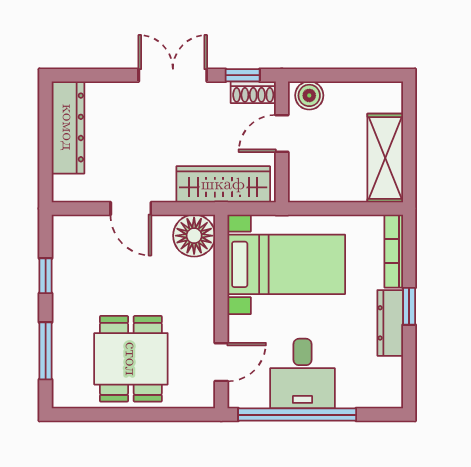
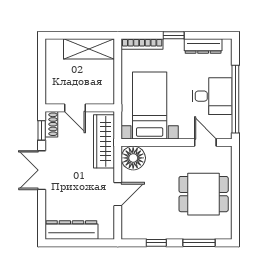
boiler: (309, 95) -> (53, 92), removed
dresser: (390, 323) -> (203, 46), moved

